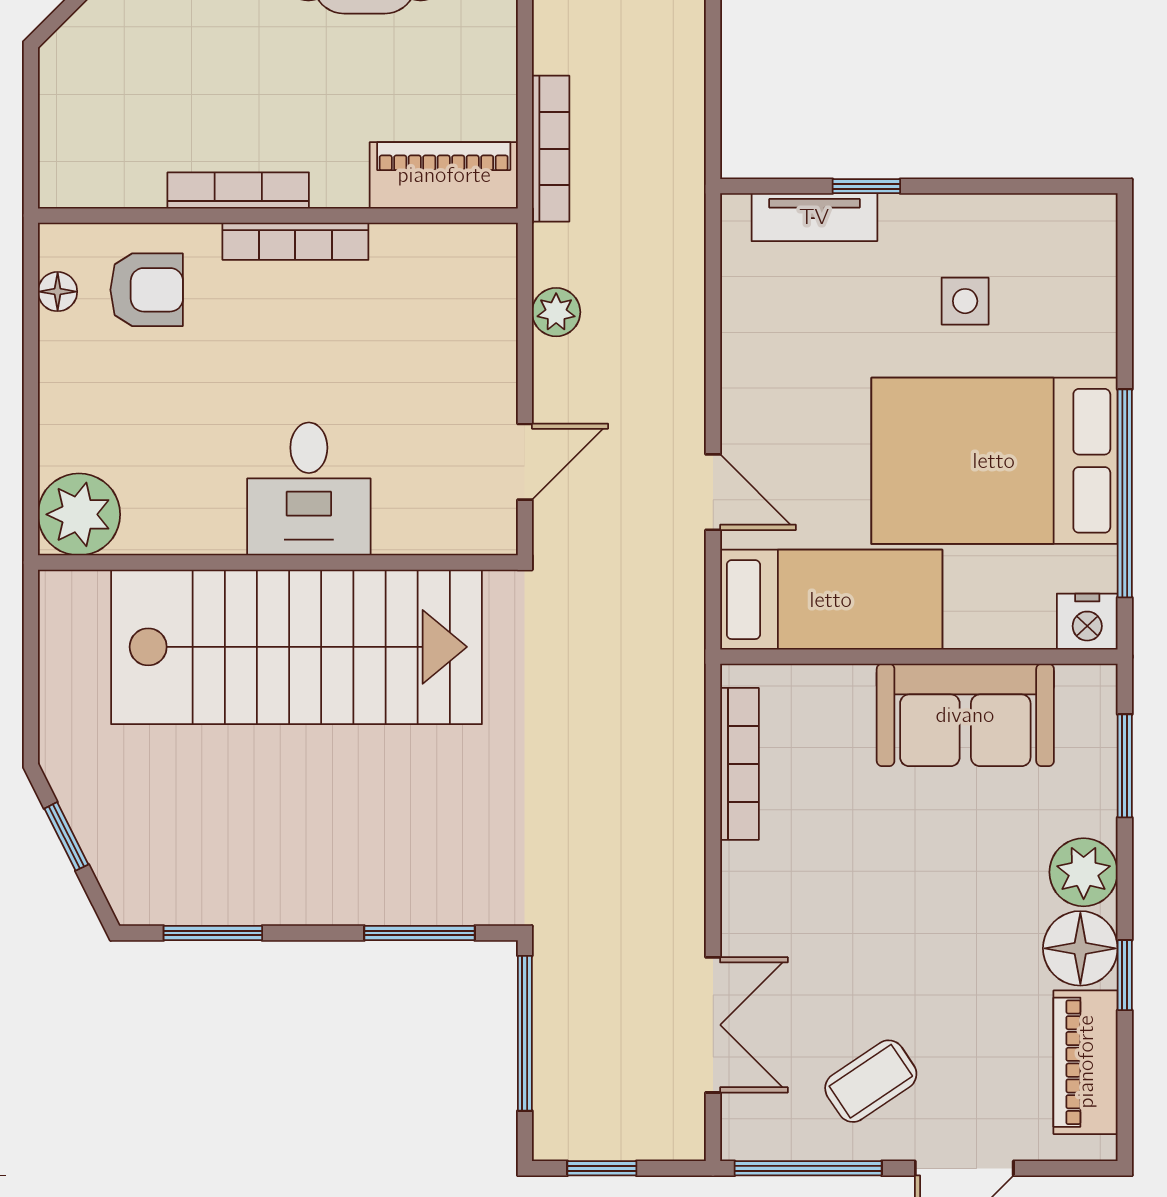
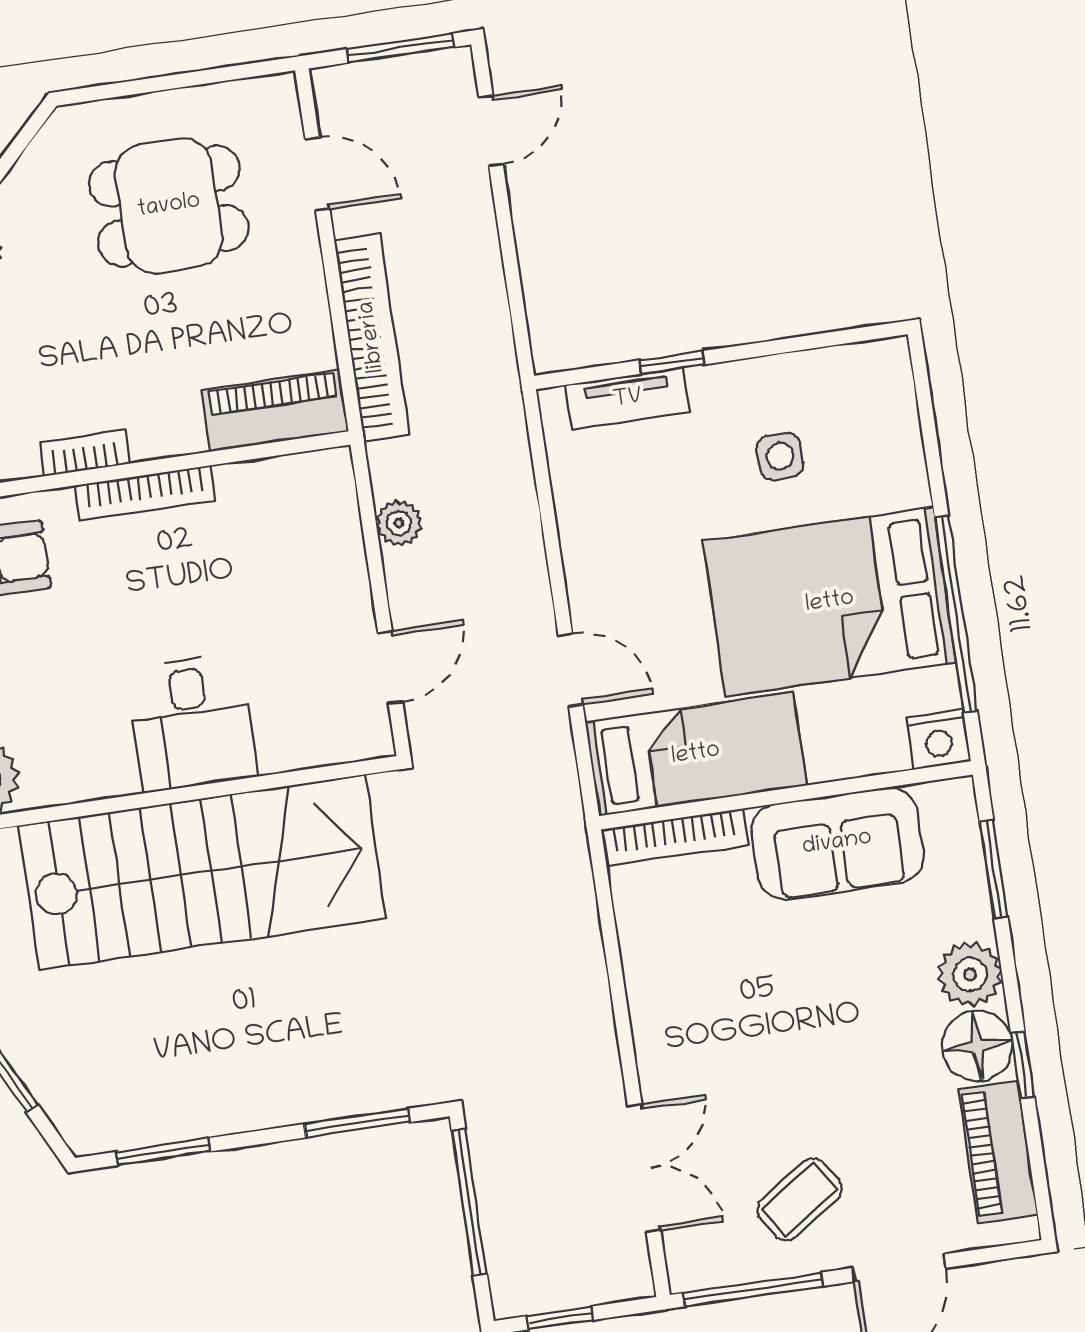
bookcase: (551, 149) -> (372, 337), width x1.48, depth x1.31
bookcase: (238, 190) -> (85, 453), width x0.64
bookcase: (740, 764) -> (675, 837), moved, turned 90

